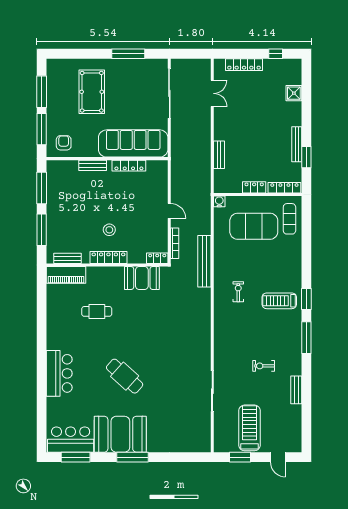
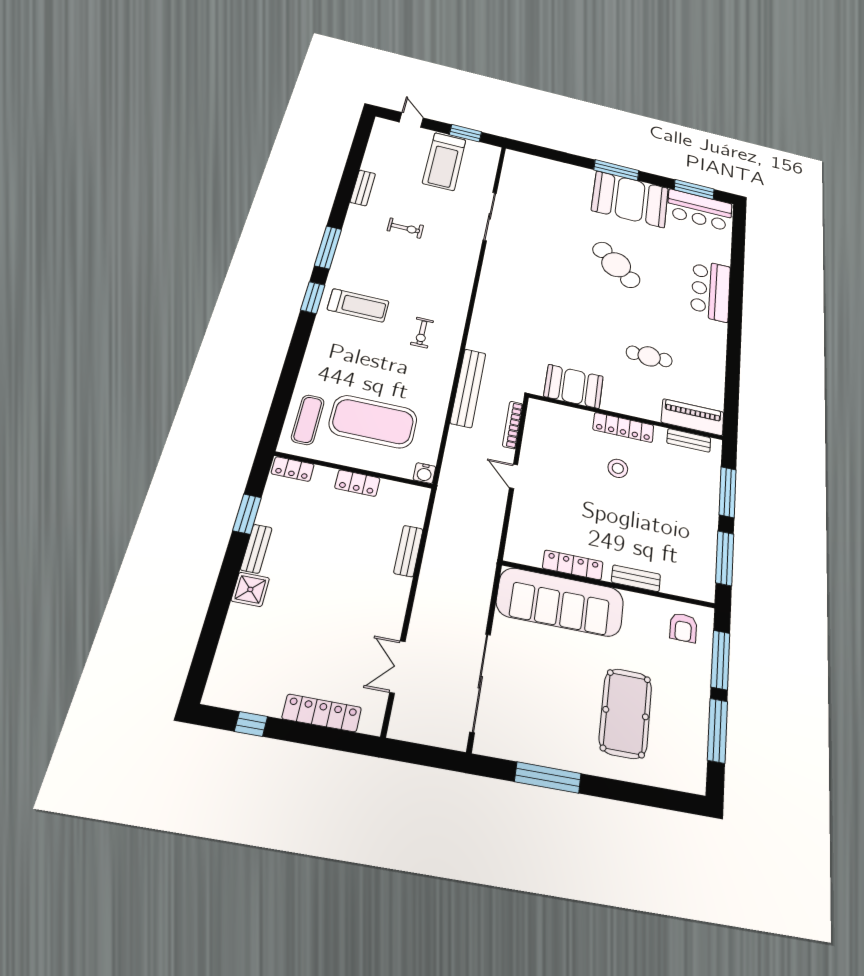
shower: (294, 93) -> (250, 589), moved
bench: (297, 144) -> (256, 549), width x0.73
locker: (284, 188) -> (293, 469), width x0.66
locker: (157, 258) -> (545, 409), removed

